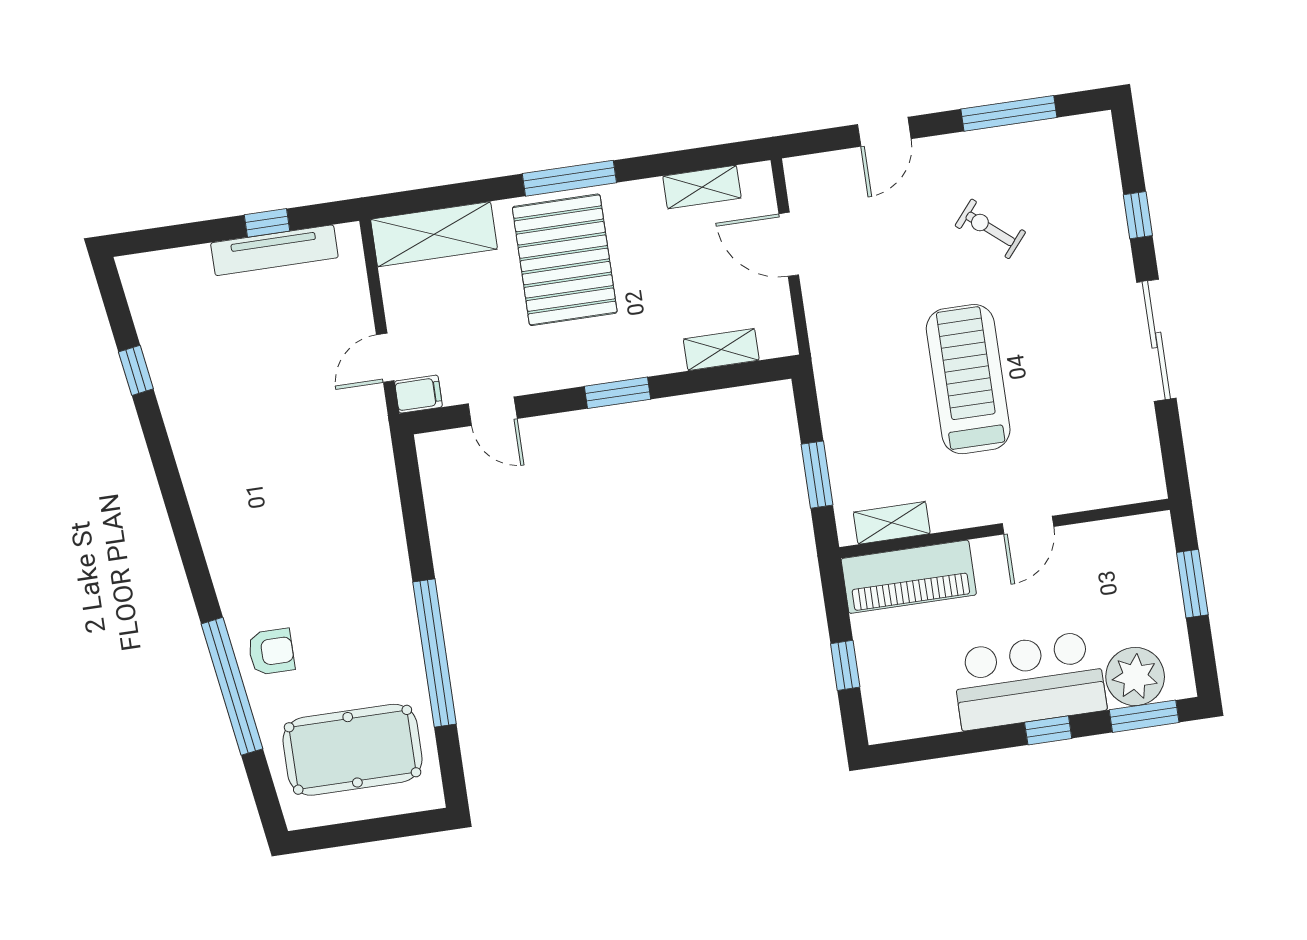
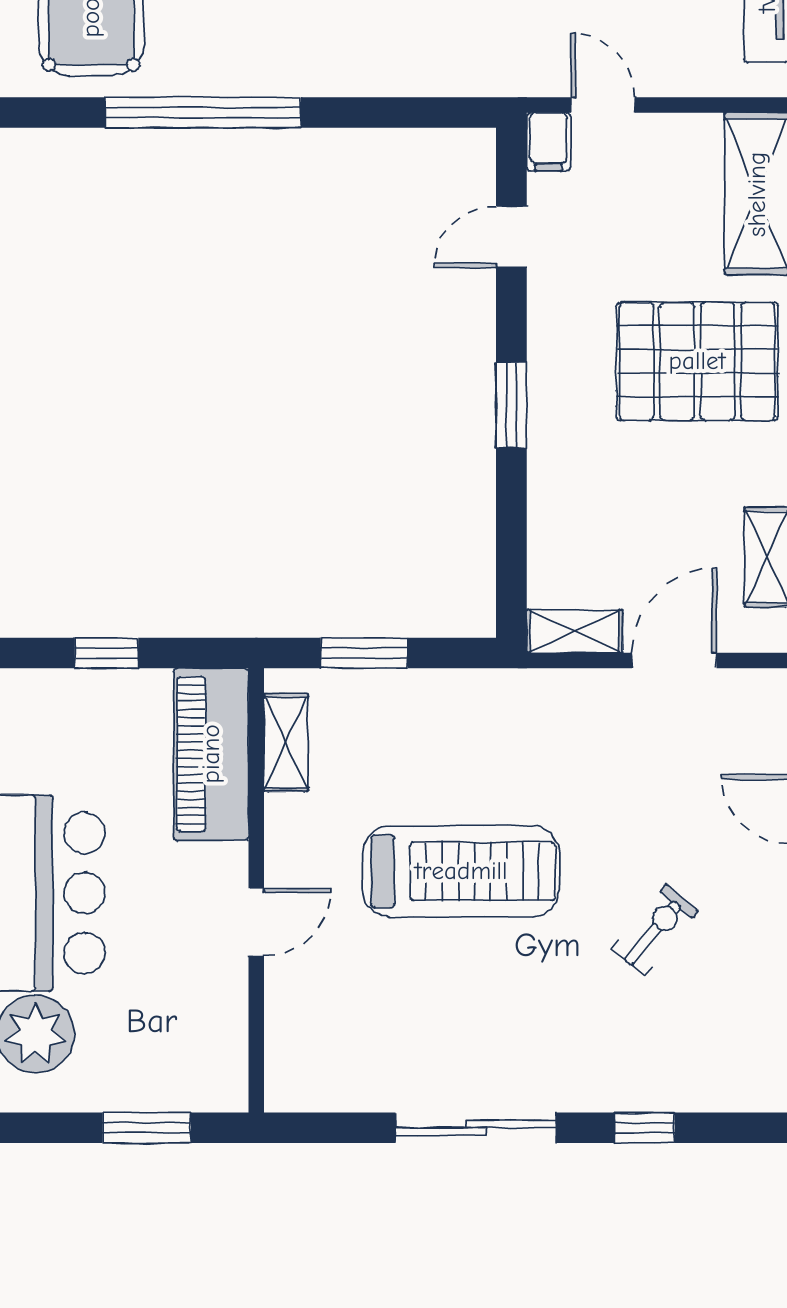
shelving: (721, 350) -> (575, 631), moved, turned 90
door: (1028, 525) -> (256, 922), swing flipped

